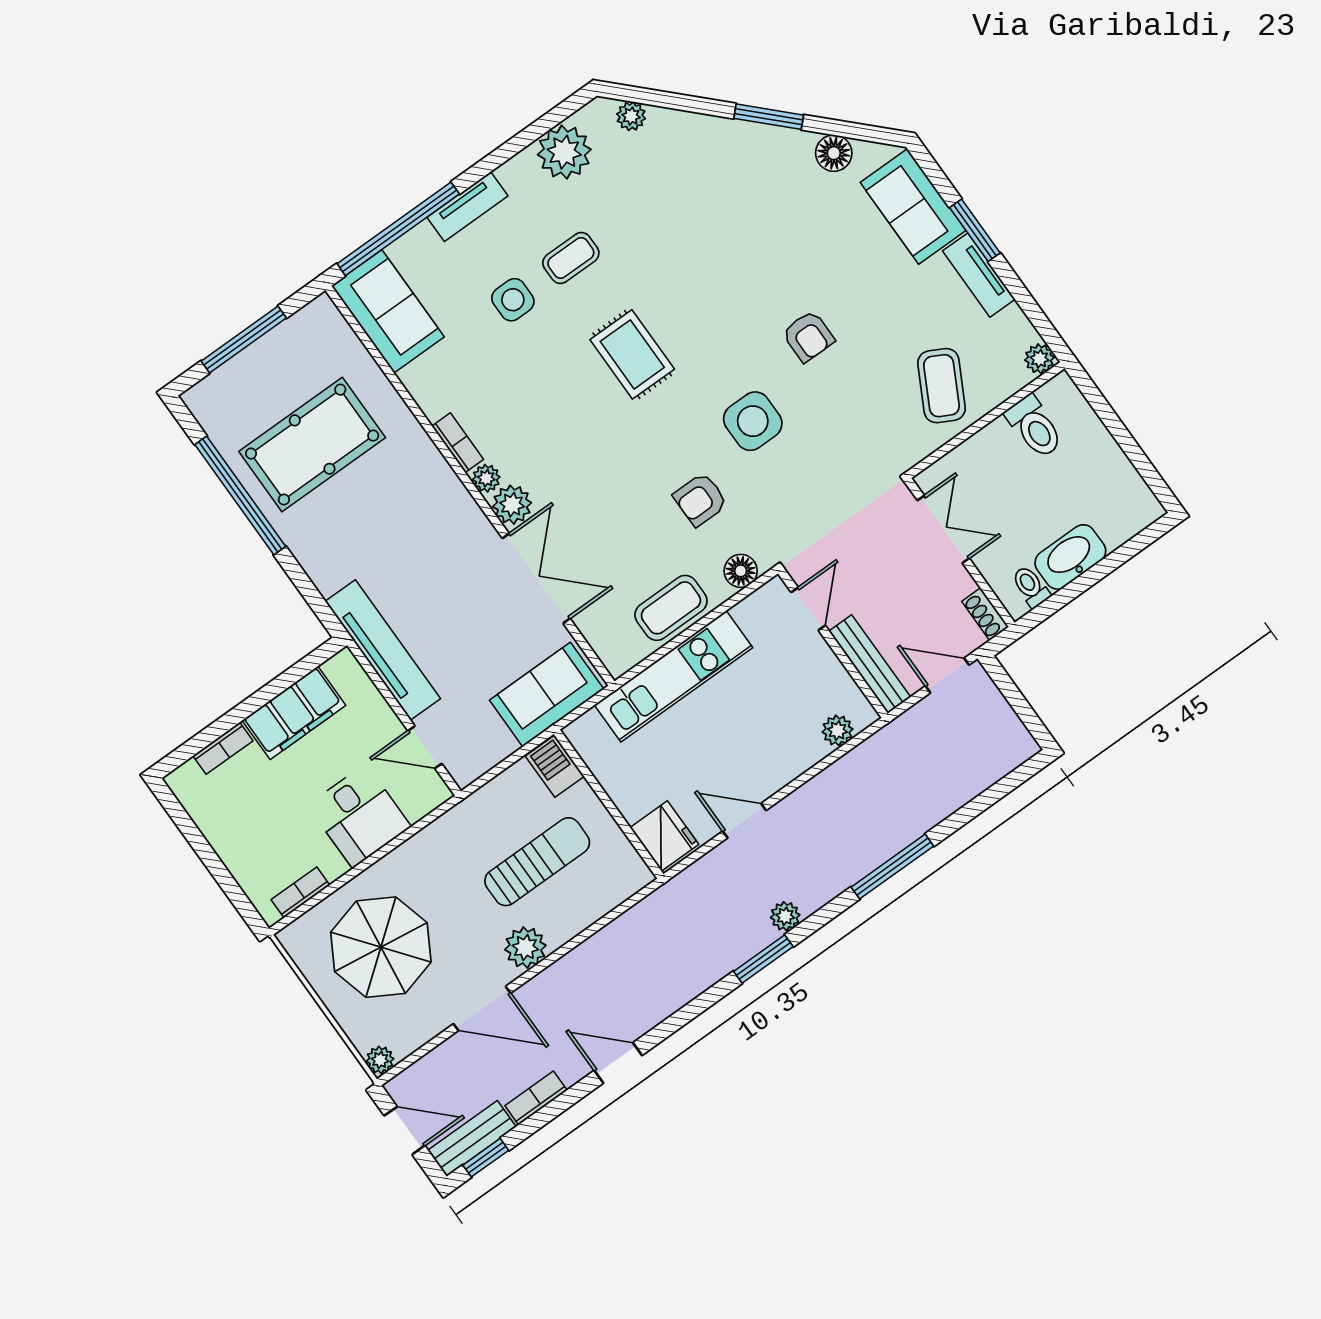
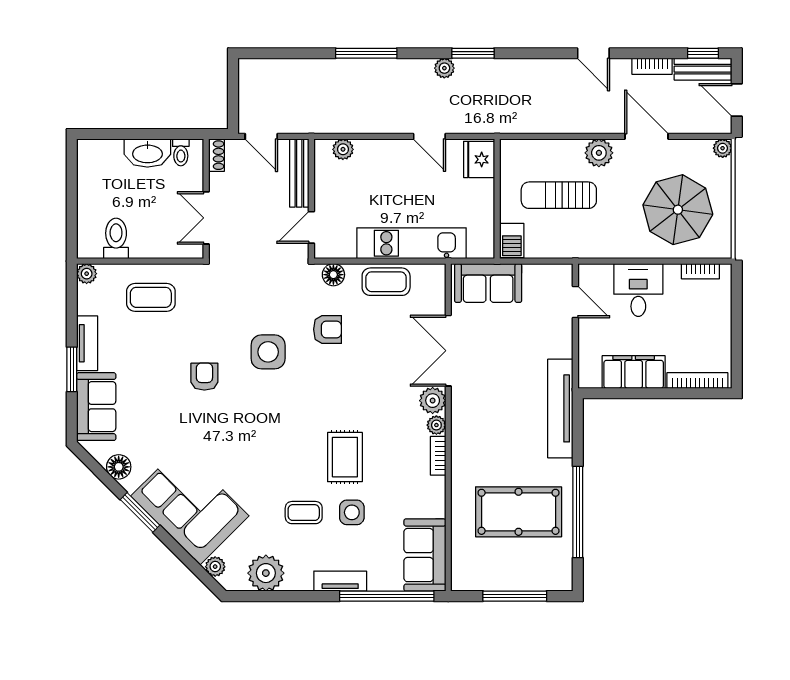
corner sofa: (714, 168) -> (190, 506), added
rug: (632, 354) -> (345, 457), moved
coffee table: (941, 386) -> (151, 297), turned 62
tv unit: (383, 650) -> (560, 408), moved
bookcase: (223, 748) -> (697, 381), width x1.56

